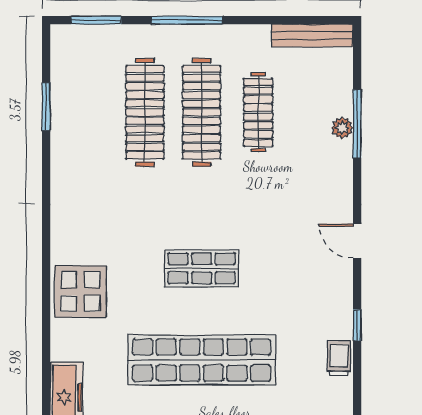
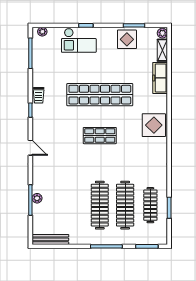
clothes rail: (258, 112) -> (150, 205), moved

